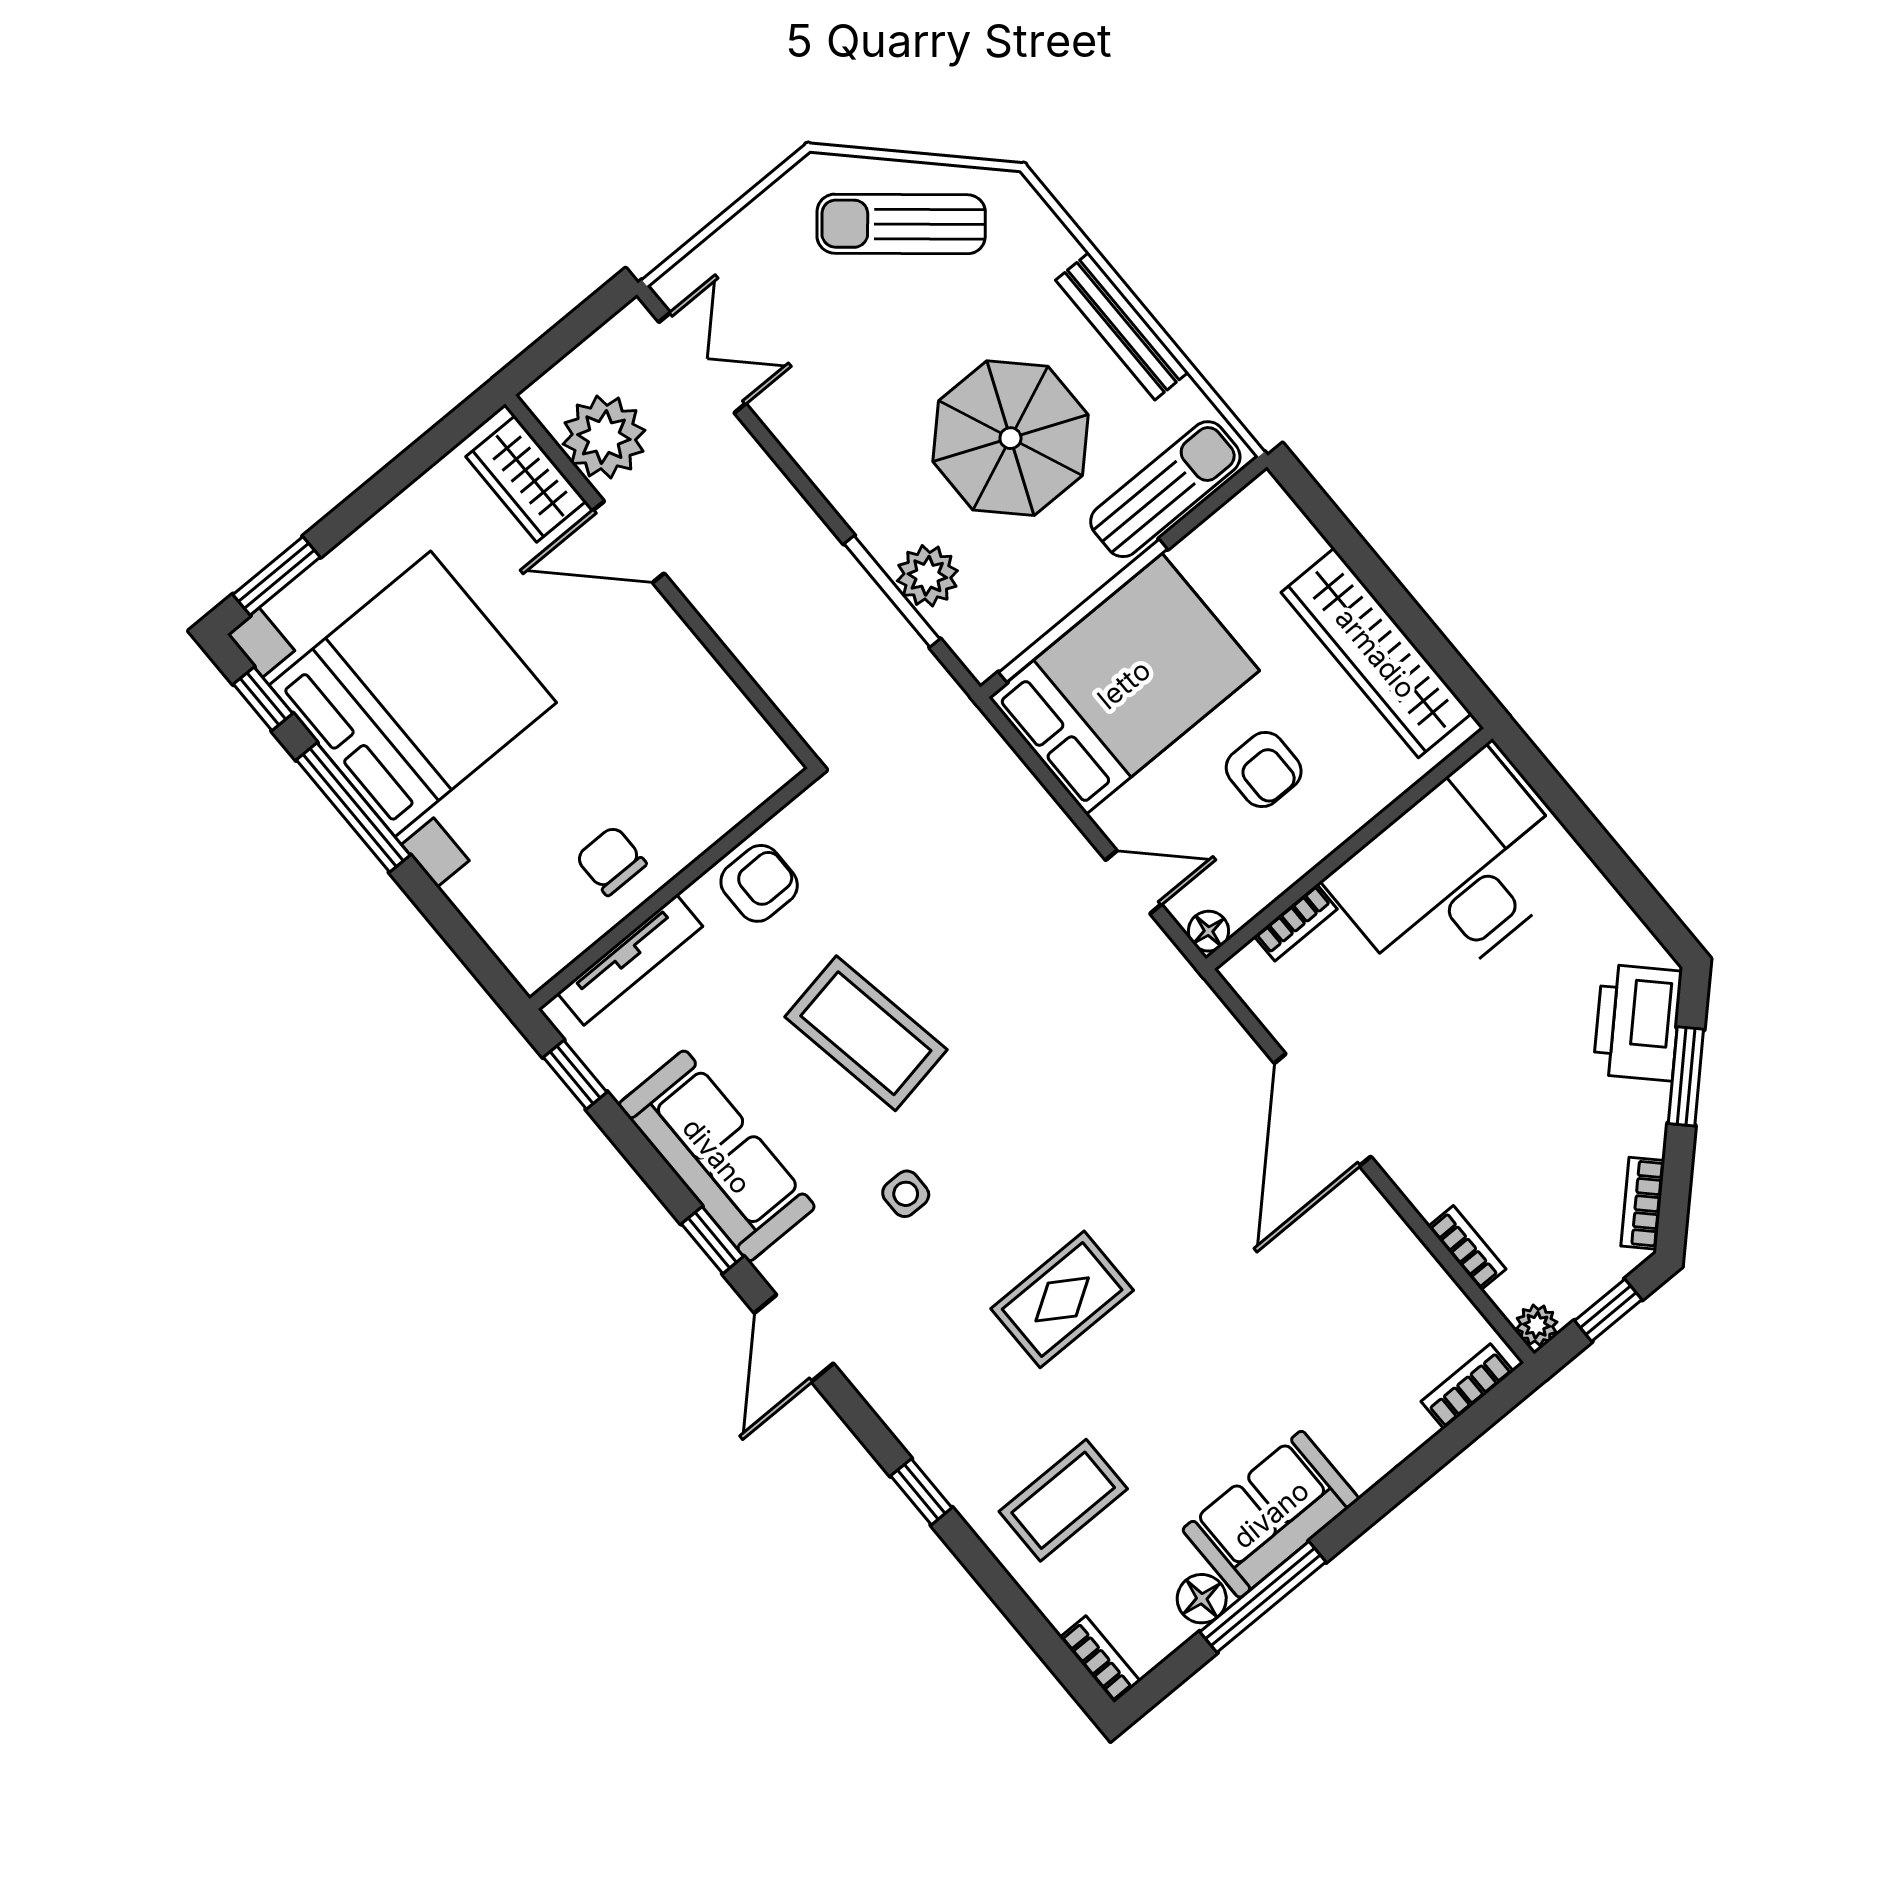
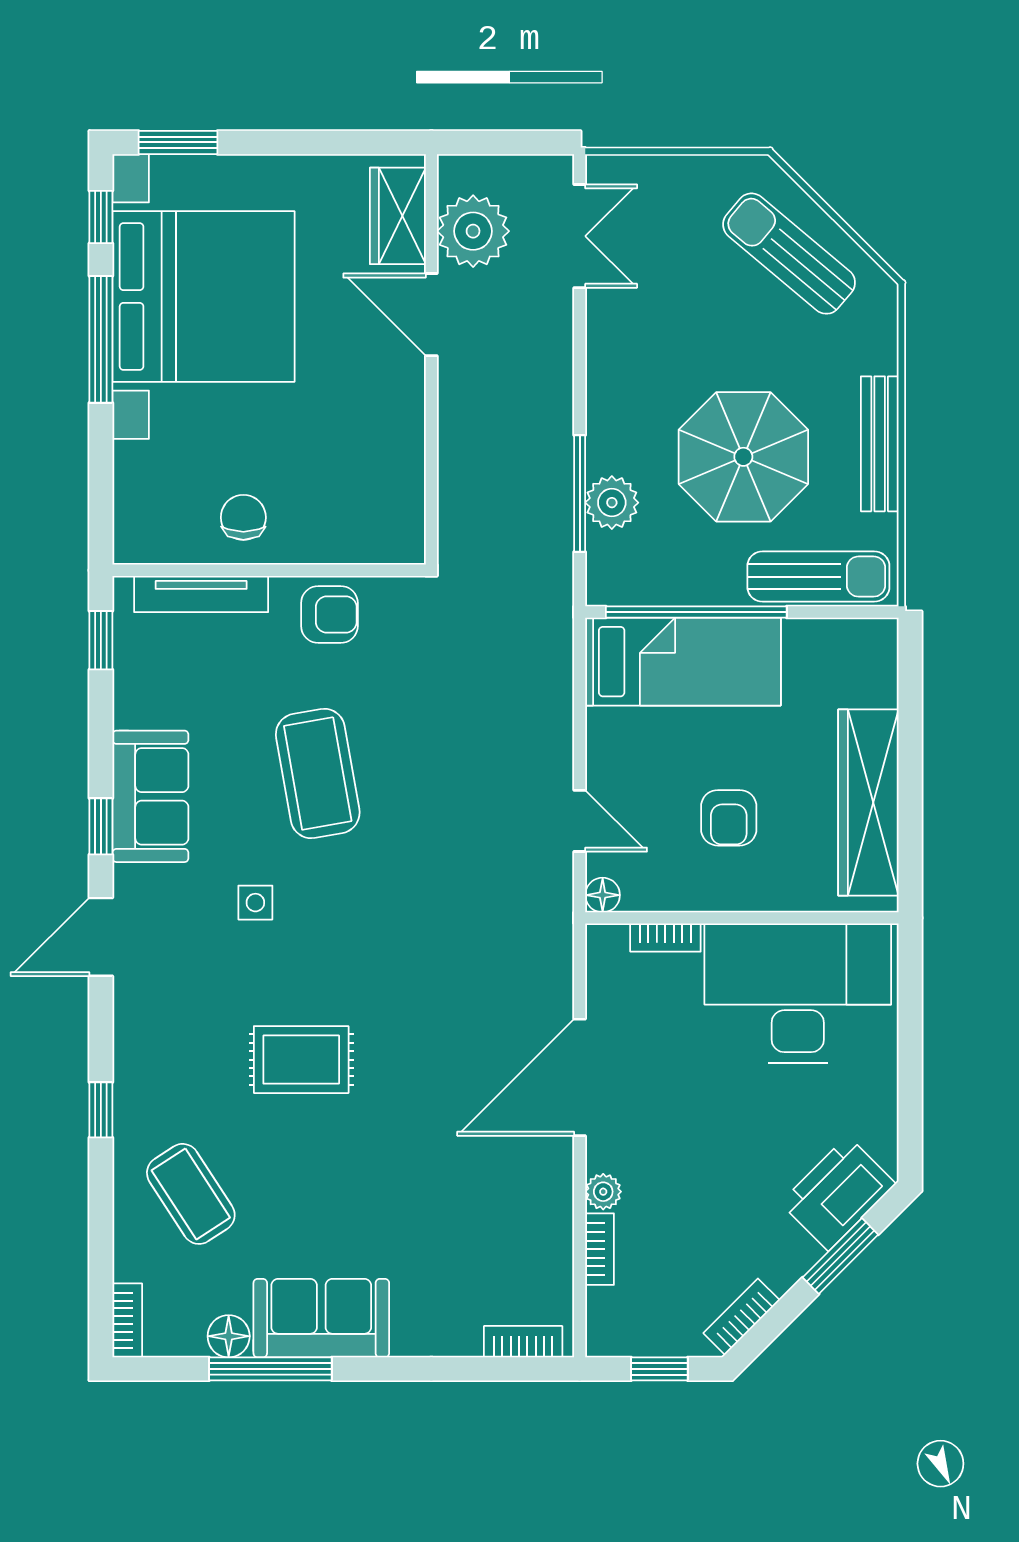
bed: (1124, 684) -> (683, 662), width x0.67
sofa: (717, 1156) -> (150, 796), width x0.73
plant: (1537, 1325) -> (603, 1192), moved
coffee table: (1063, 1500) -> (191, 1194), turned 57

